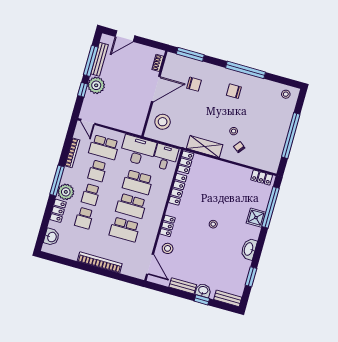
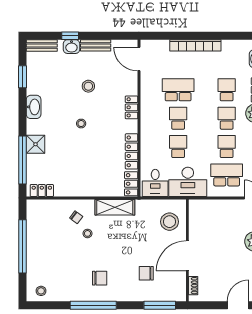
school desk: (138, 182) -> (178, 147), width x0.54
school desk: (131, 206) -> (178, 118), width x0.54
stool: (168, 248) -> (88, 86), moved

